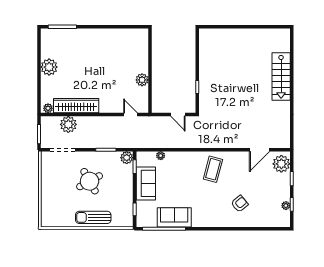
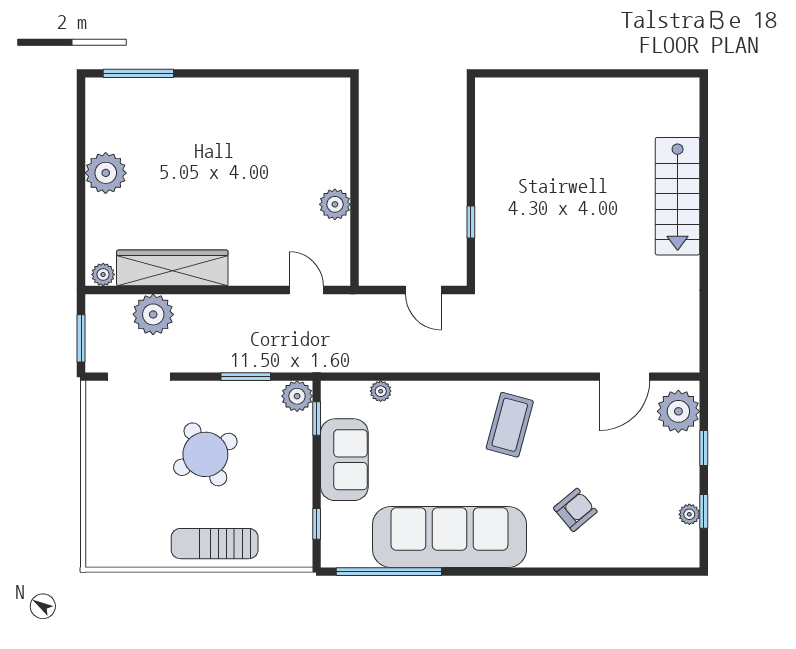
sofa: (174, 217) -> (449, 537), width x1.85, depth x1.27

